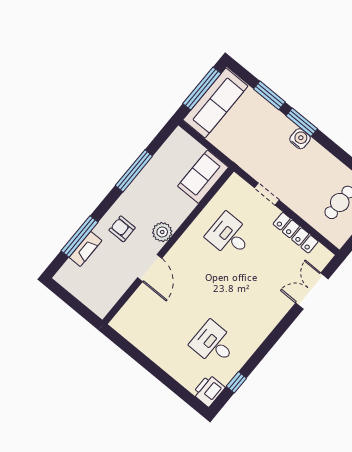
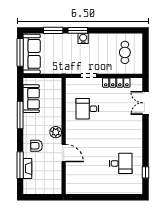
sofa: (203, 177) -> (31, 99), moved, turned 180
desk: (213, 344) -> (121, 163), turned 180
printer: (209, 391) -> (136, 186), removed

